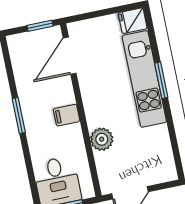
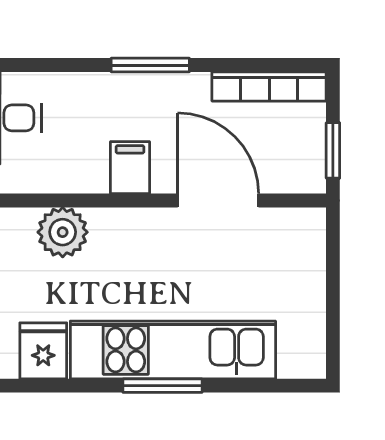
fridge: (133, 21) -> (43, 351), moved
door: (70, 56) -> (218, 200), moved
bookcase: (17, 60) -> (269, 86), added

